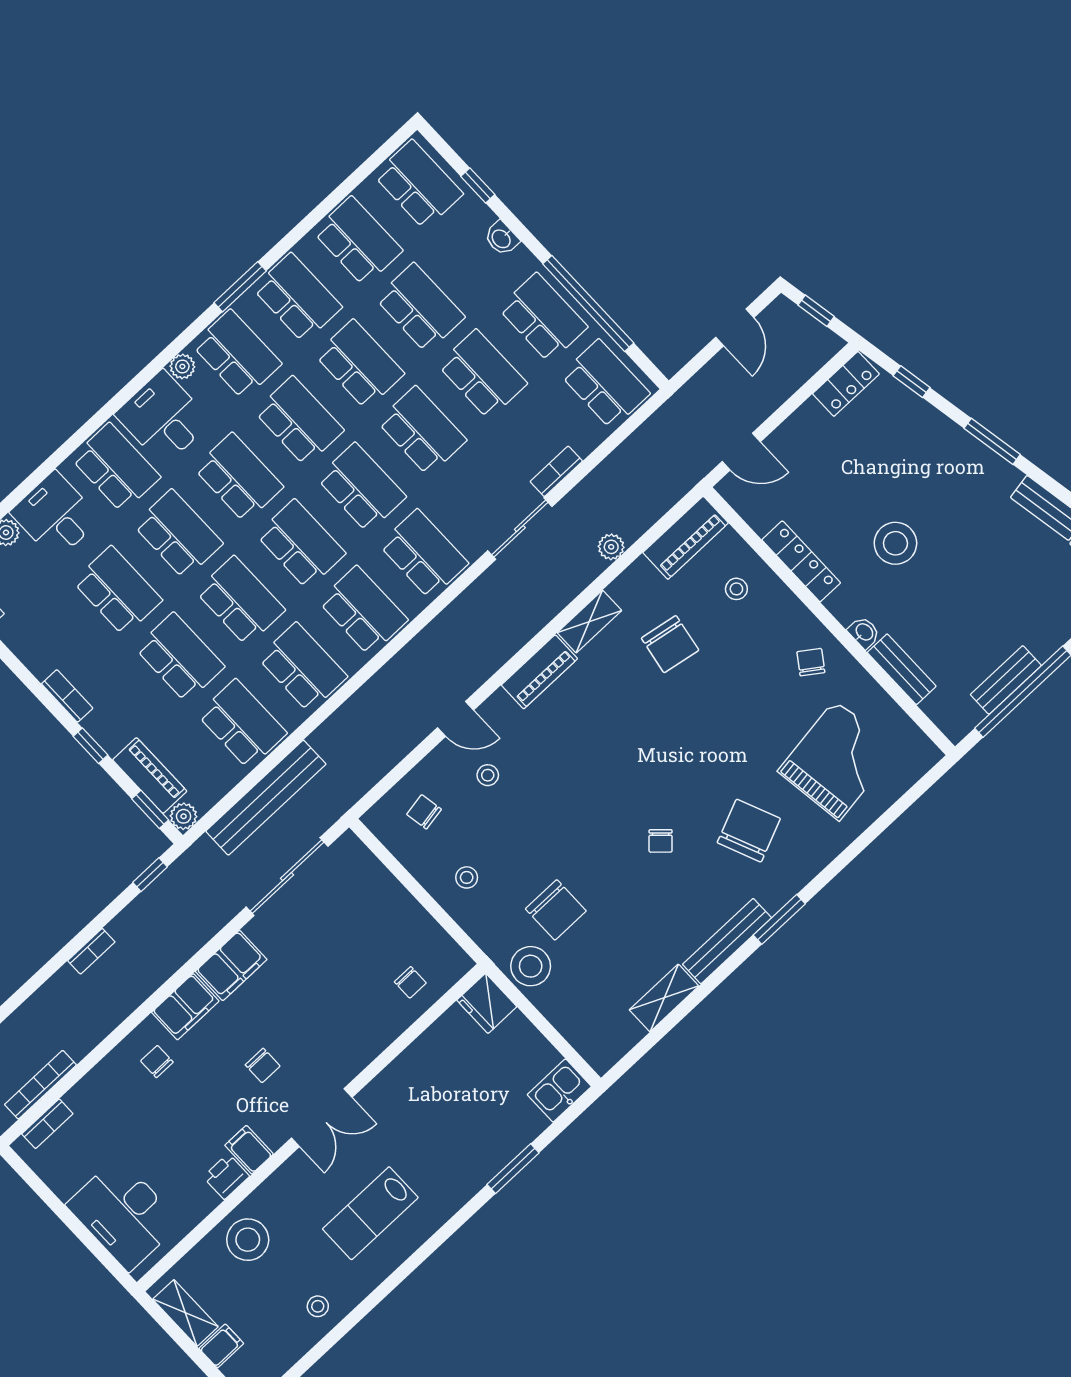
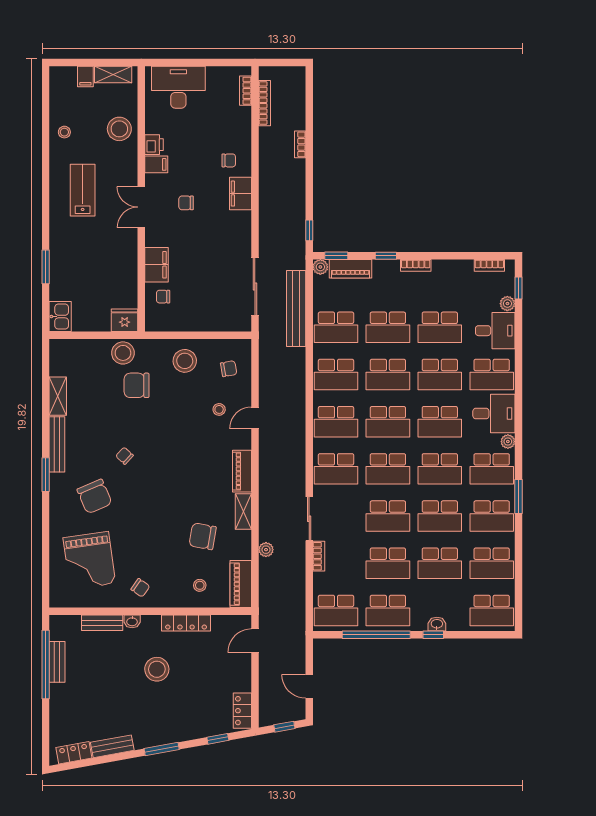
window: (478, 185) -> (433, 635), moved
stool: (467, 877) -> (185, 361), width x1.89, depth x1.89
bookcase: (91, 951) -> (300, 144), moved
filing cabinet: (231, 965) -> (156, 265), moved, turned 180

